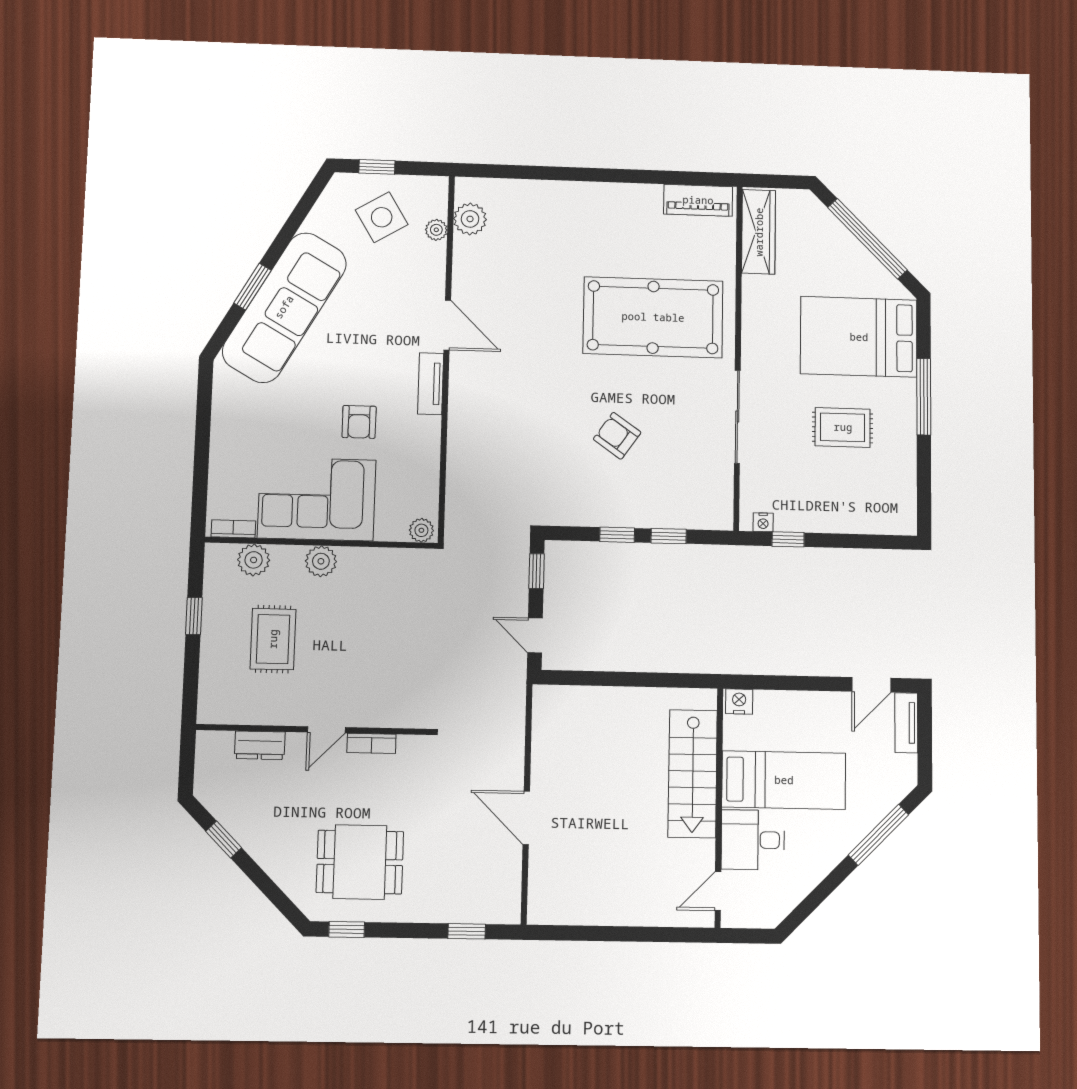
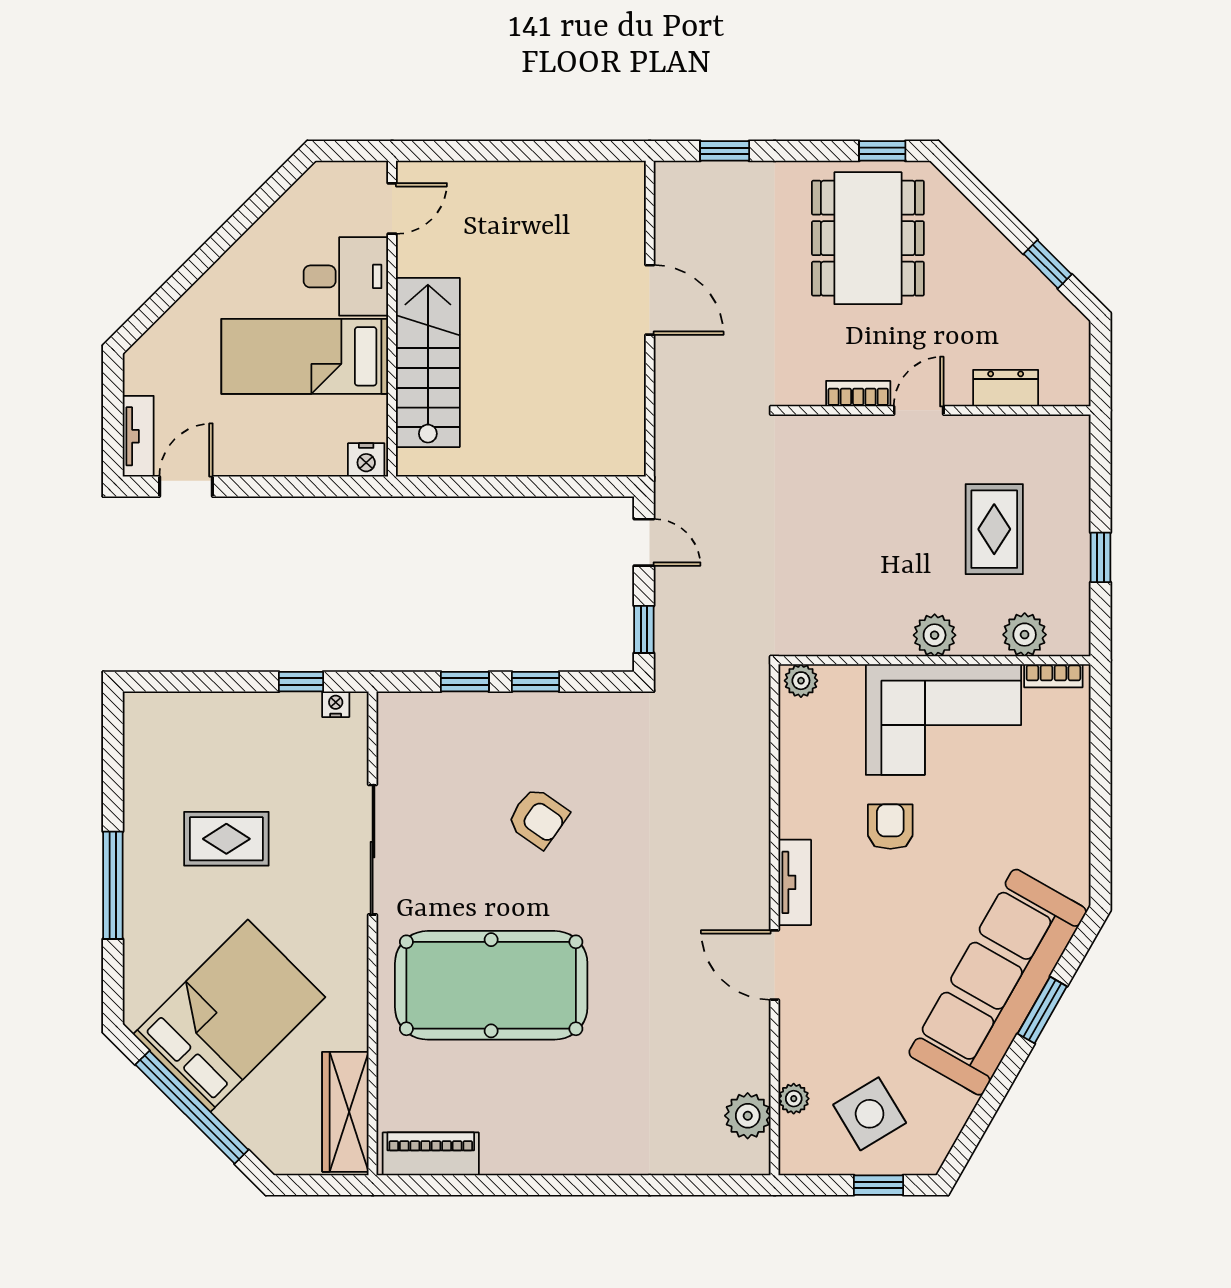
bed: (859, 337) -> (229, 1016), moved, turned -45
window: (878, 835) -> (176, 286), removed
dining table: (360, 862) -> (868, 238), width x1.37

